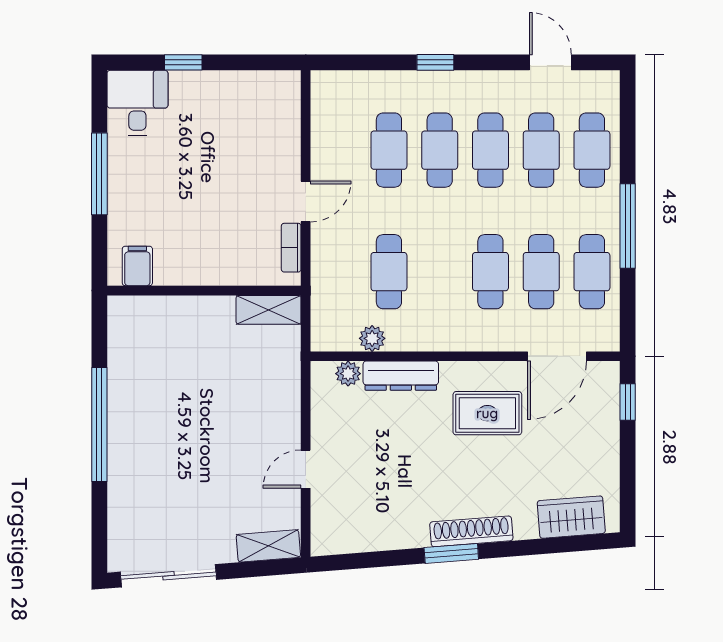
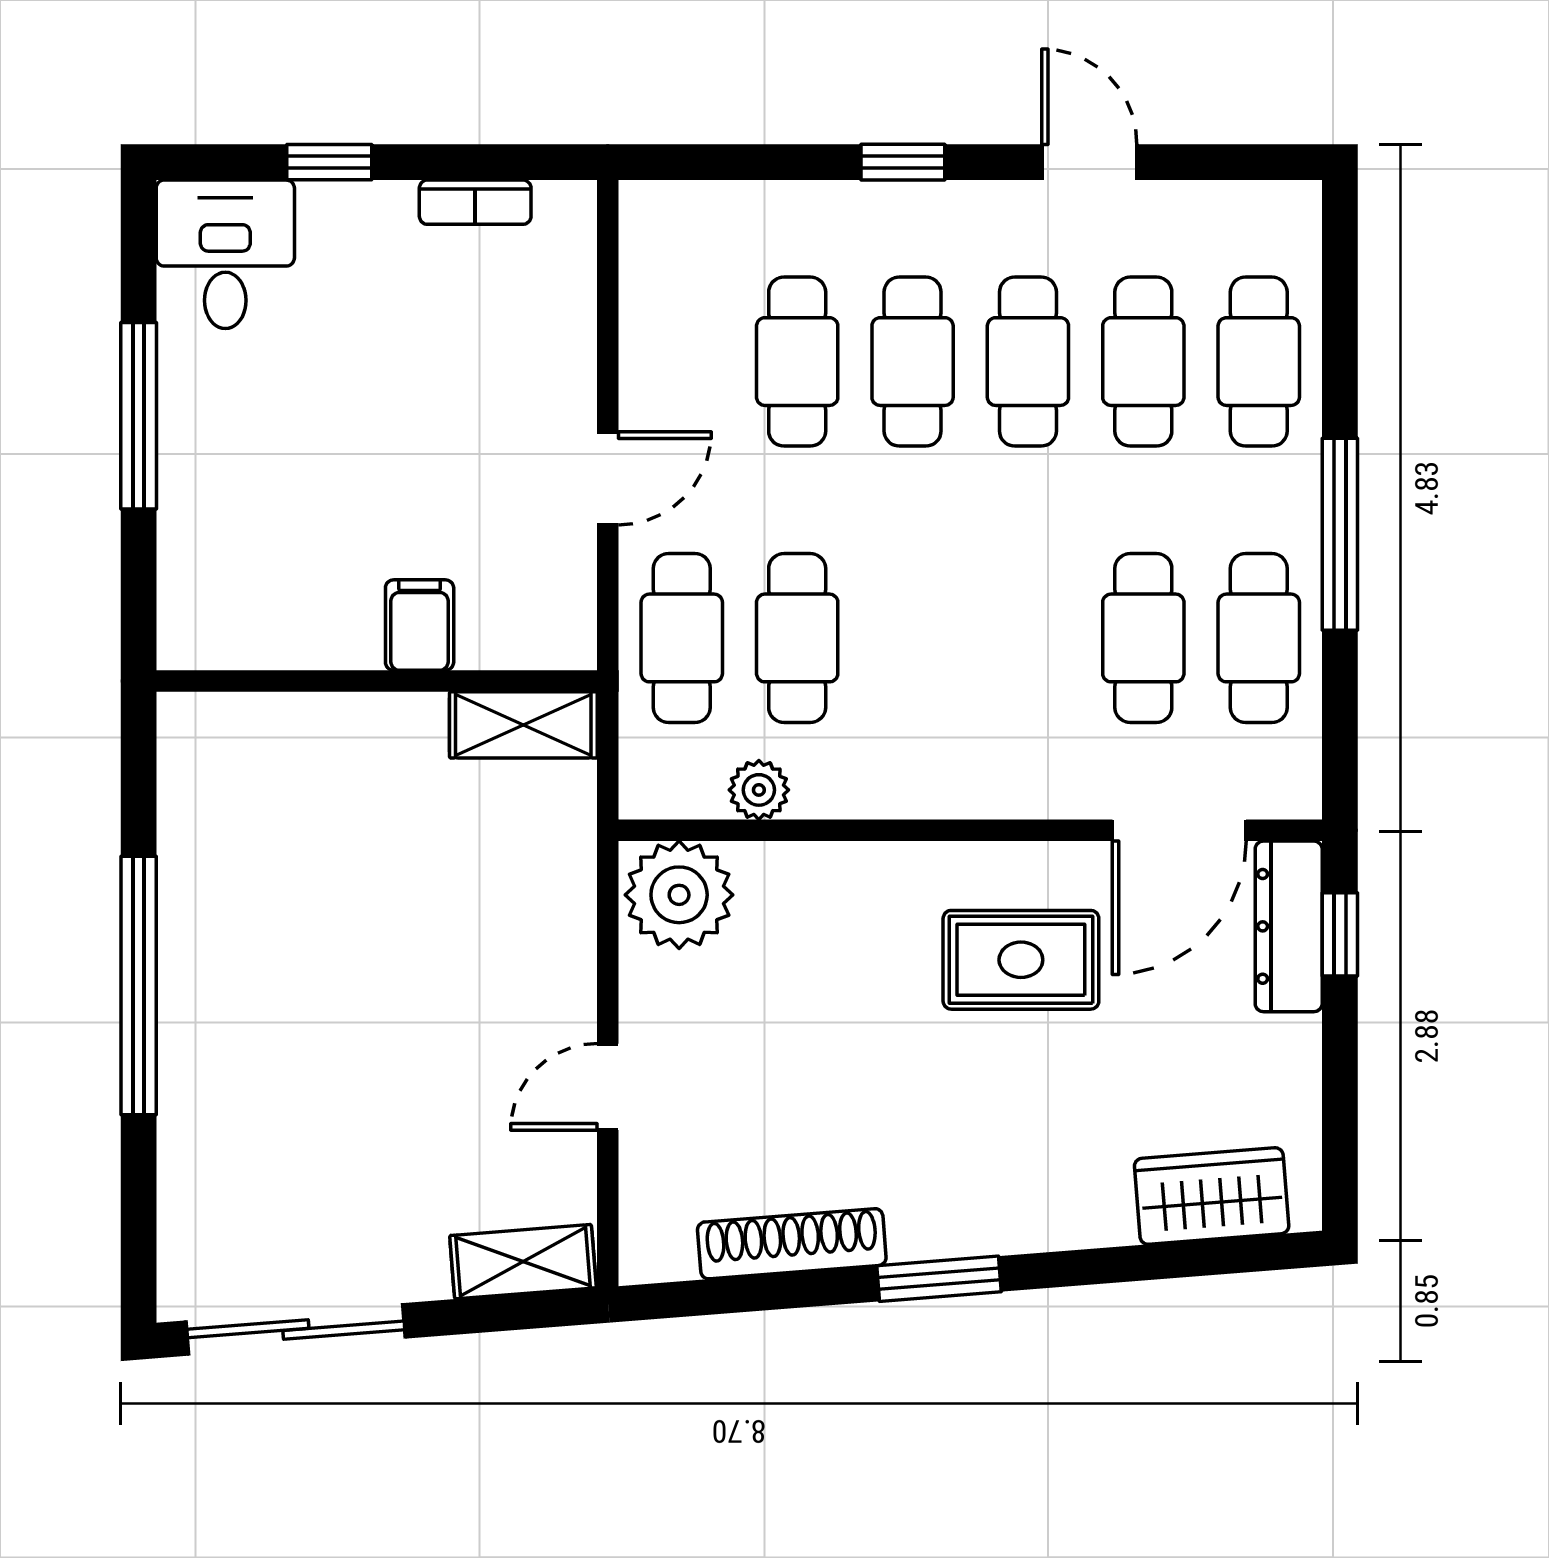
door: (550, 62) -> (1089, 162), moved
bookcase: (291, 248) -> (475, 202), moved, turned -90
filing cabinet: (137, 266) -> (420, 625), moved
cafe table: (490, 272) -> (682, 638), moved
plant: (348, 374) -> (679, 895), width x1.88, depth x1.88
dresser: (401, 376) -> (1289, 926), moved, turned 90
shoe rack: (471, 531) -> (792, 1244), moved

